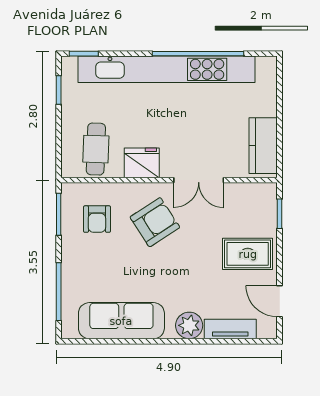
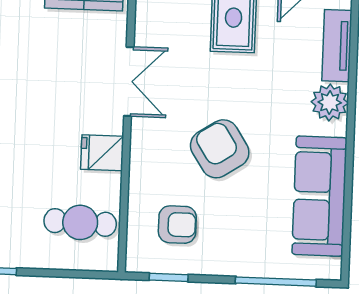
fridge: (142, 163) -> (102, 153), width x0.72
window: (59, 214) -> (169, 277), width x0.67
armchair: (155, 222) -> (220, 149), moved

